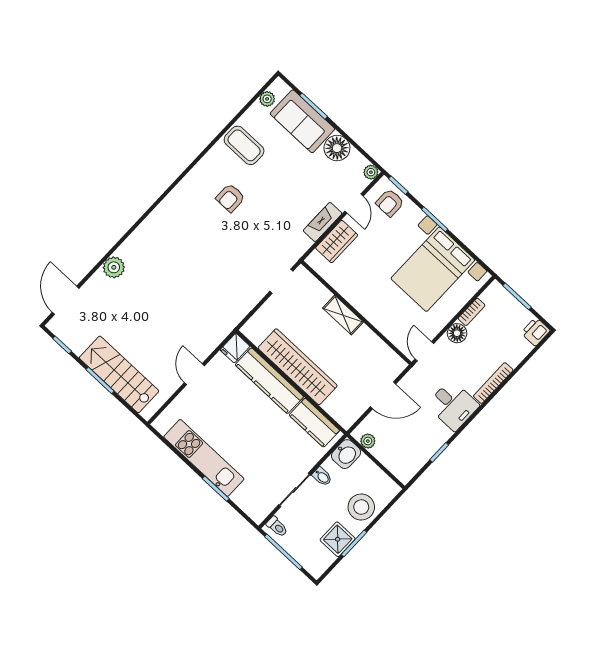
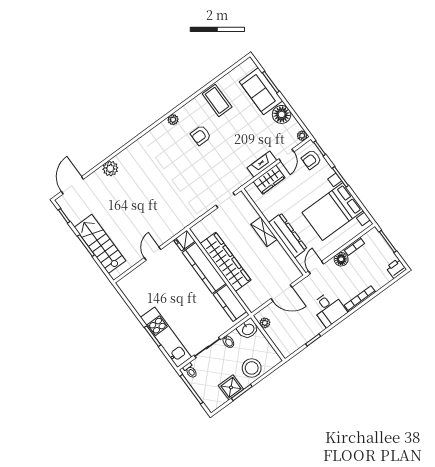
plant: (267, 99) -> (173, 120), moved
dresser: (377, 314) -> (288, 236), added
kitchen unit: (204, 458) -> (166, 337), moved

